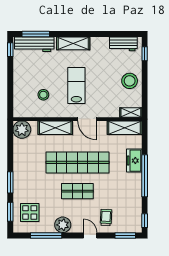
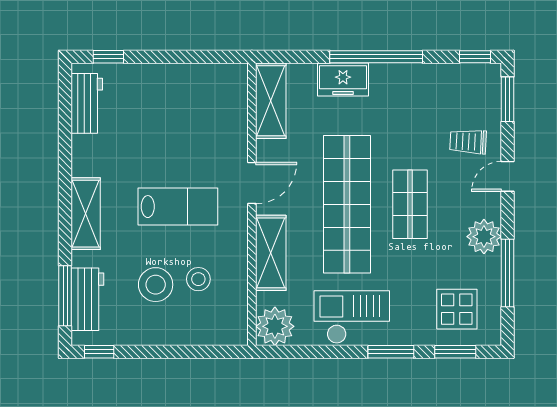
workbench: (34, 44) -> (87, 299), width x0.73
stool: (130, 81) -> (156, 285), moved
lab bench: (76, 85) -> (178, 207), turned 180
shelving: (131, 113) -> (237, 87), removed
checkout: (26, 165) -> (352, 317), added

